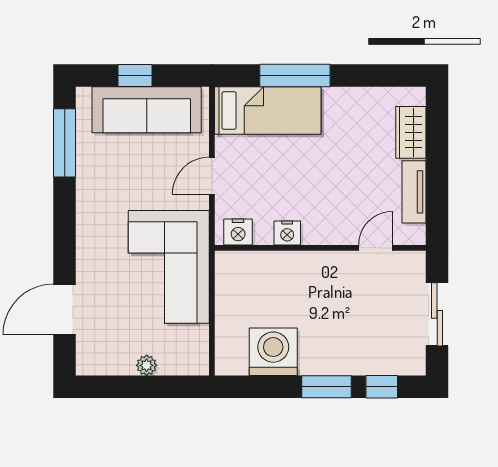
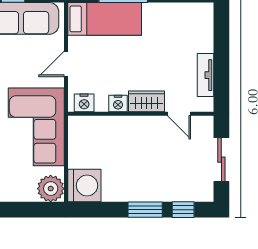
wardrobe: (411, 132) -> (147, 101), moved, turned 90
door: (376, 248) -> (179, 114), swing flipped
washing machine: (273, 352) -> (84, 185), moved, turned 90
plant: (147, 365) -> (51, 189), moved, width x1.87, depth x1.87

